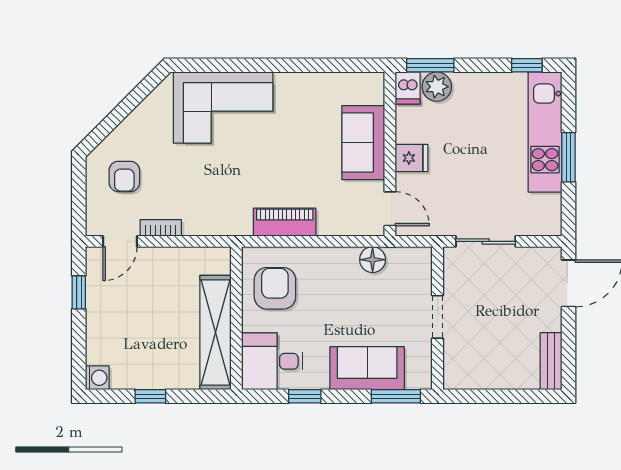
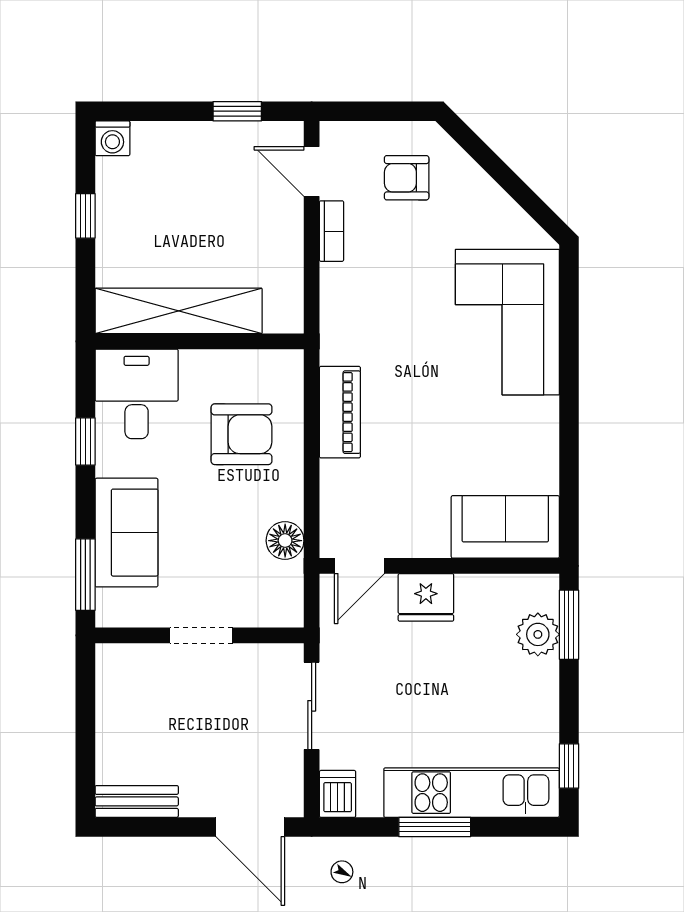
dishwasher: (408, 88) -> (338, 794), moved, turned 90
sofa: (363, 143) -> (505, 527), moved
fridge: (411, 158) -> (426, 597), width x1.38
armchair: (275, 288) -> (241, 434), moved

